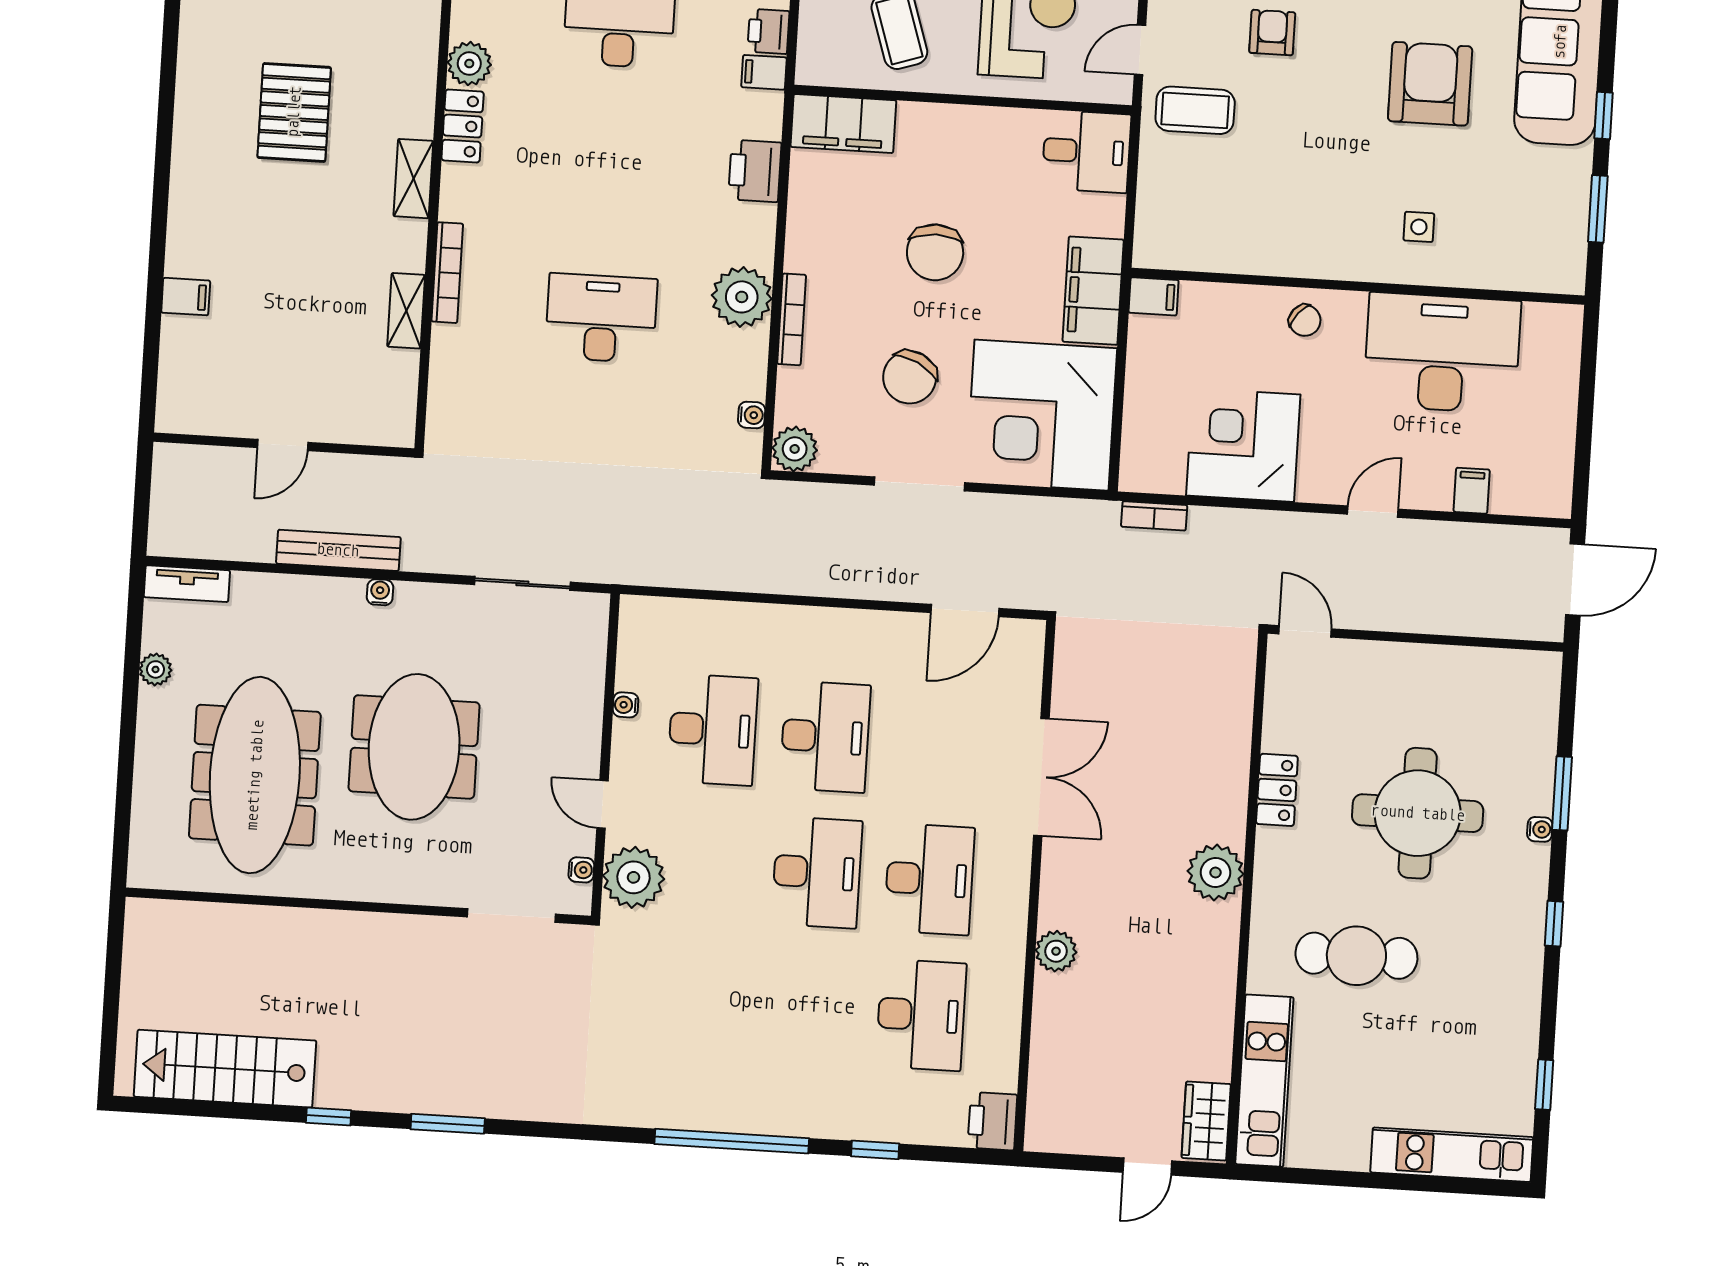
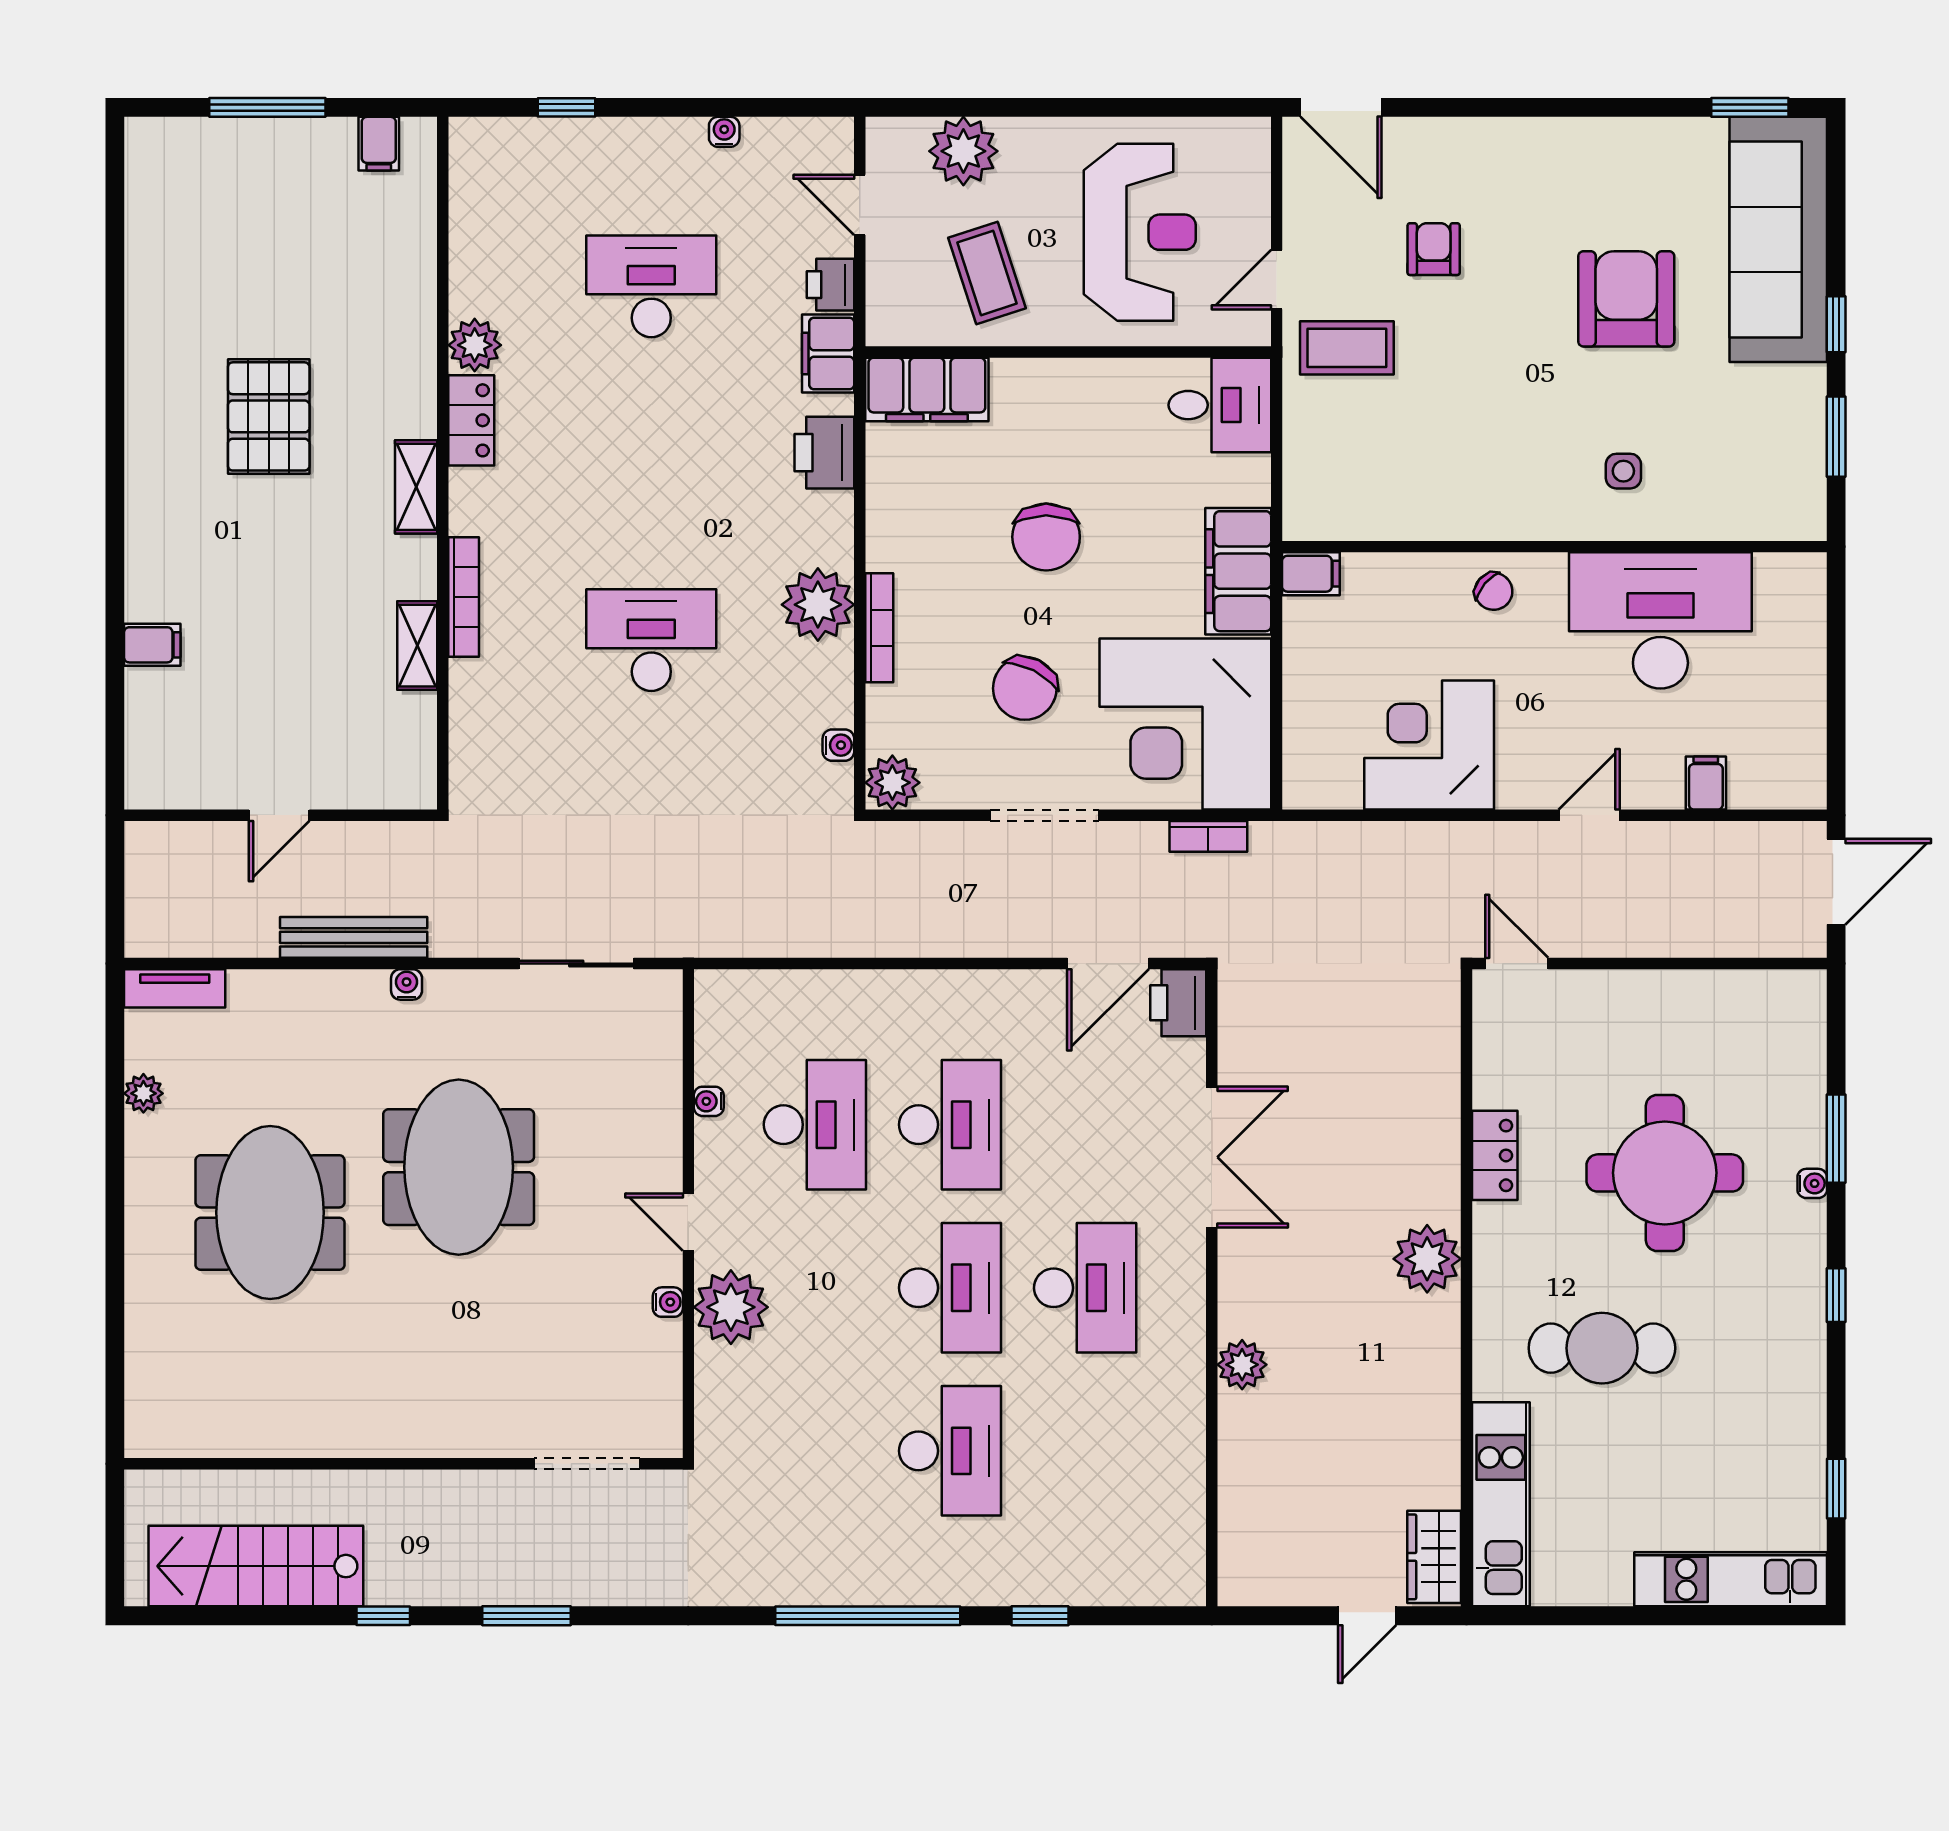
filing cabinet: (764, 72) -> (828, 354), width x2.00
bookcase: (1154, 516) -> (1208, 836), moved
meeting table: (255, 775) -> (270, 1213), width x0.73
wall: (358, 906) -> (403, 1464), moved
doorway: (511, 916) -> (587, 1464), moved
desk: (921, 1015) -> (950, 1451), moved
printer: (992, 1121) -> (1178, 1003), moved

